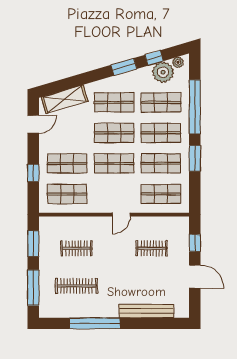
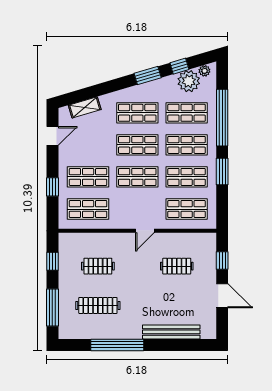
shelving: (65, 99) -> (85, 107), width x0.67, depth x0.75
window: (33, 244) -> (52, 261), width x0.67

